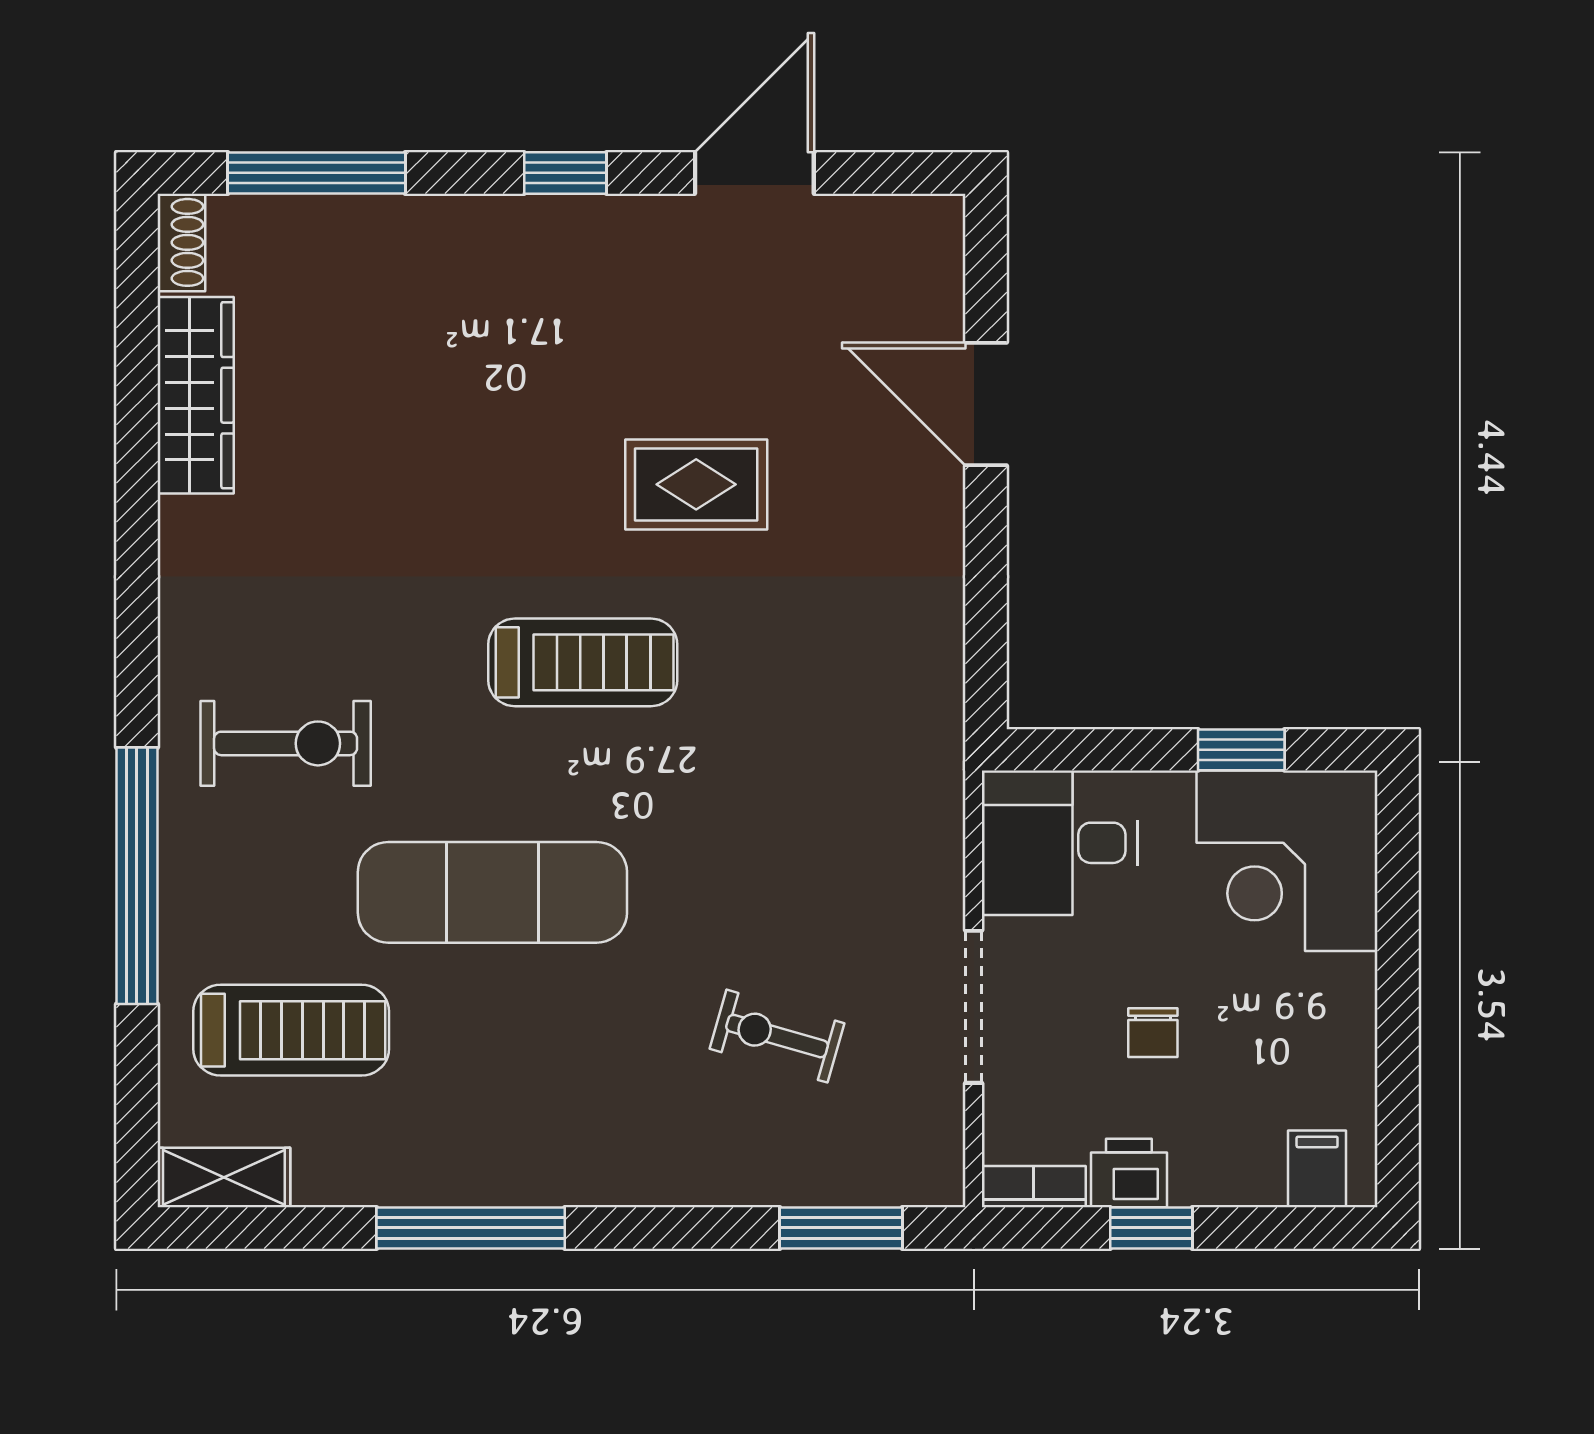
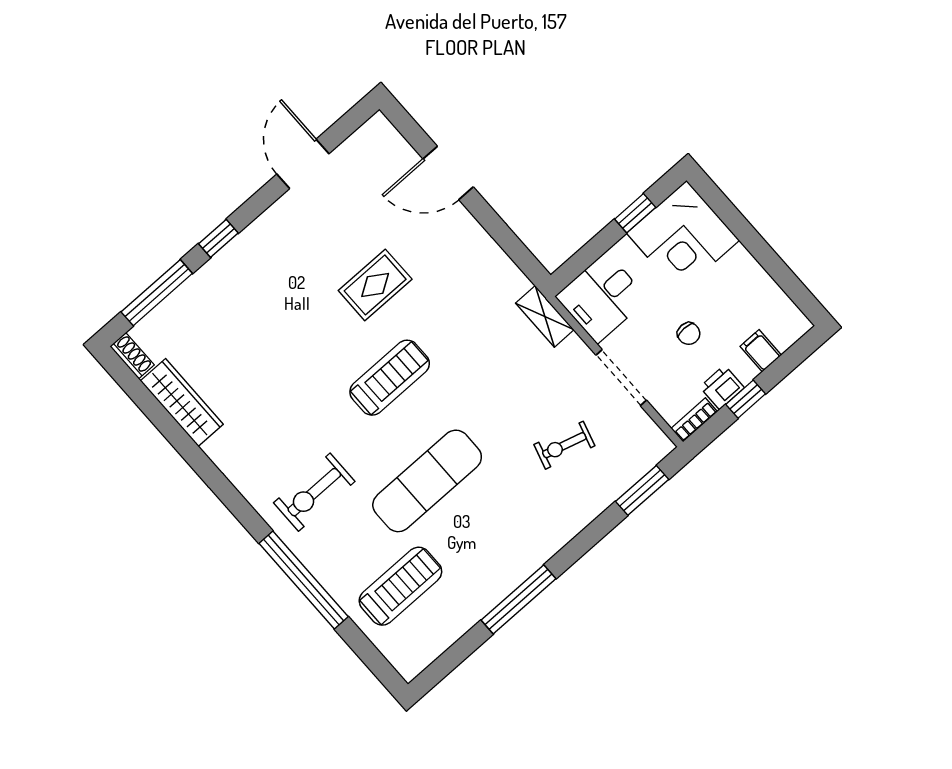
window: (565, 173) -> (218, 238), moved
exercise bike: (286, 743) -> (314, 492), turned 180
filing cabinet: (1317, 1169) -> (761, 351), moved
shelving: (224, 1178) -> (545, 316), moved, turned 90

